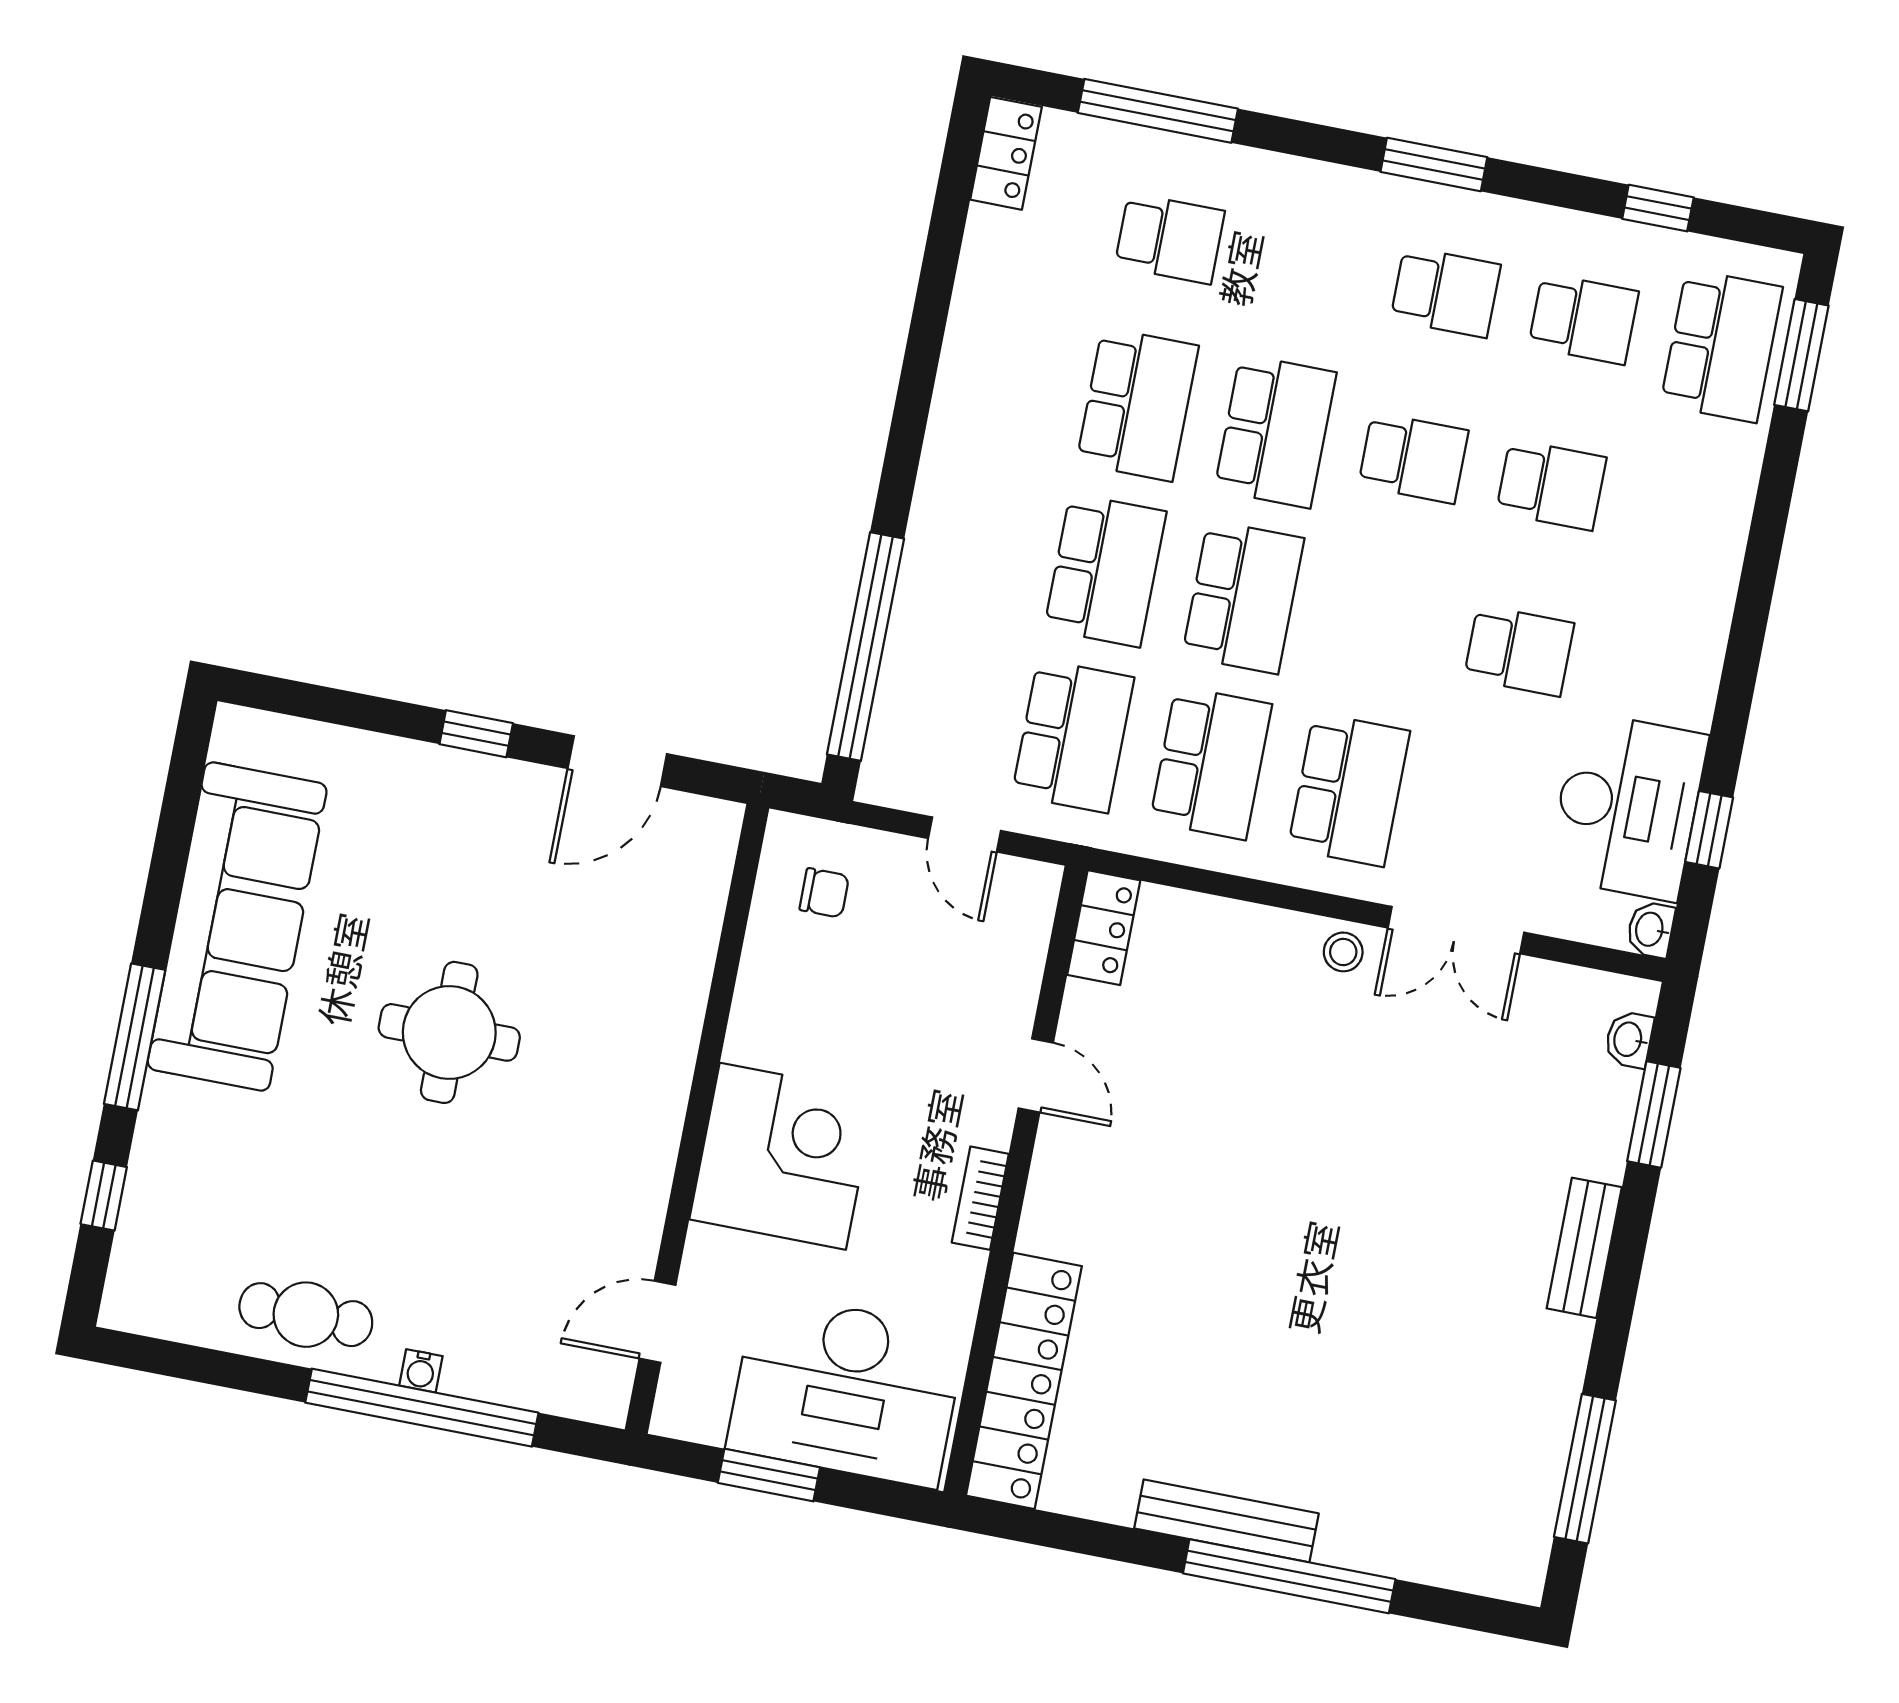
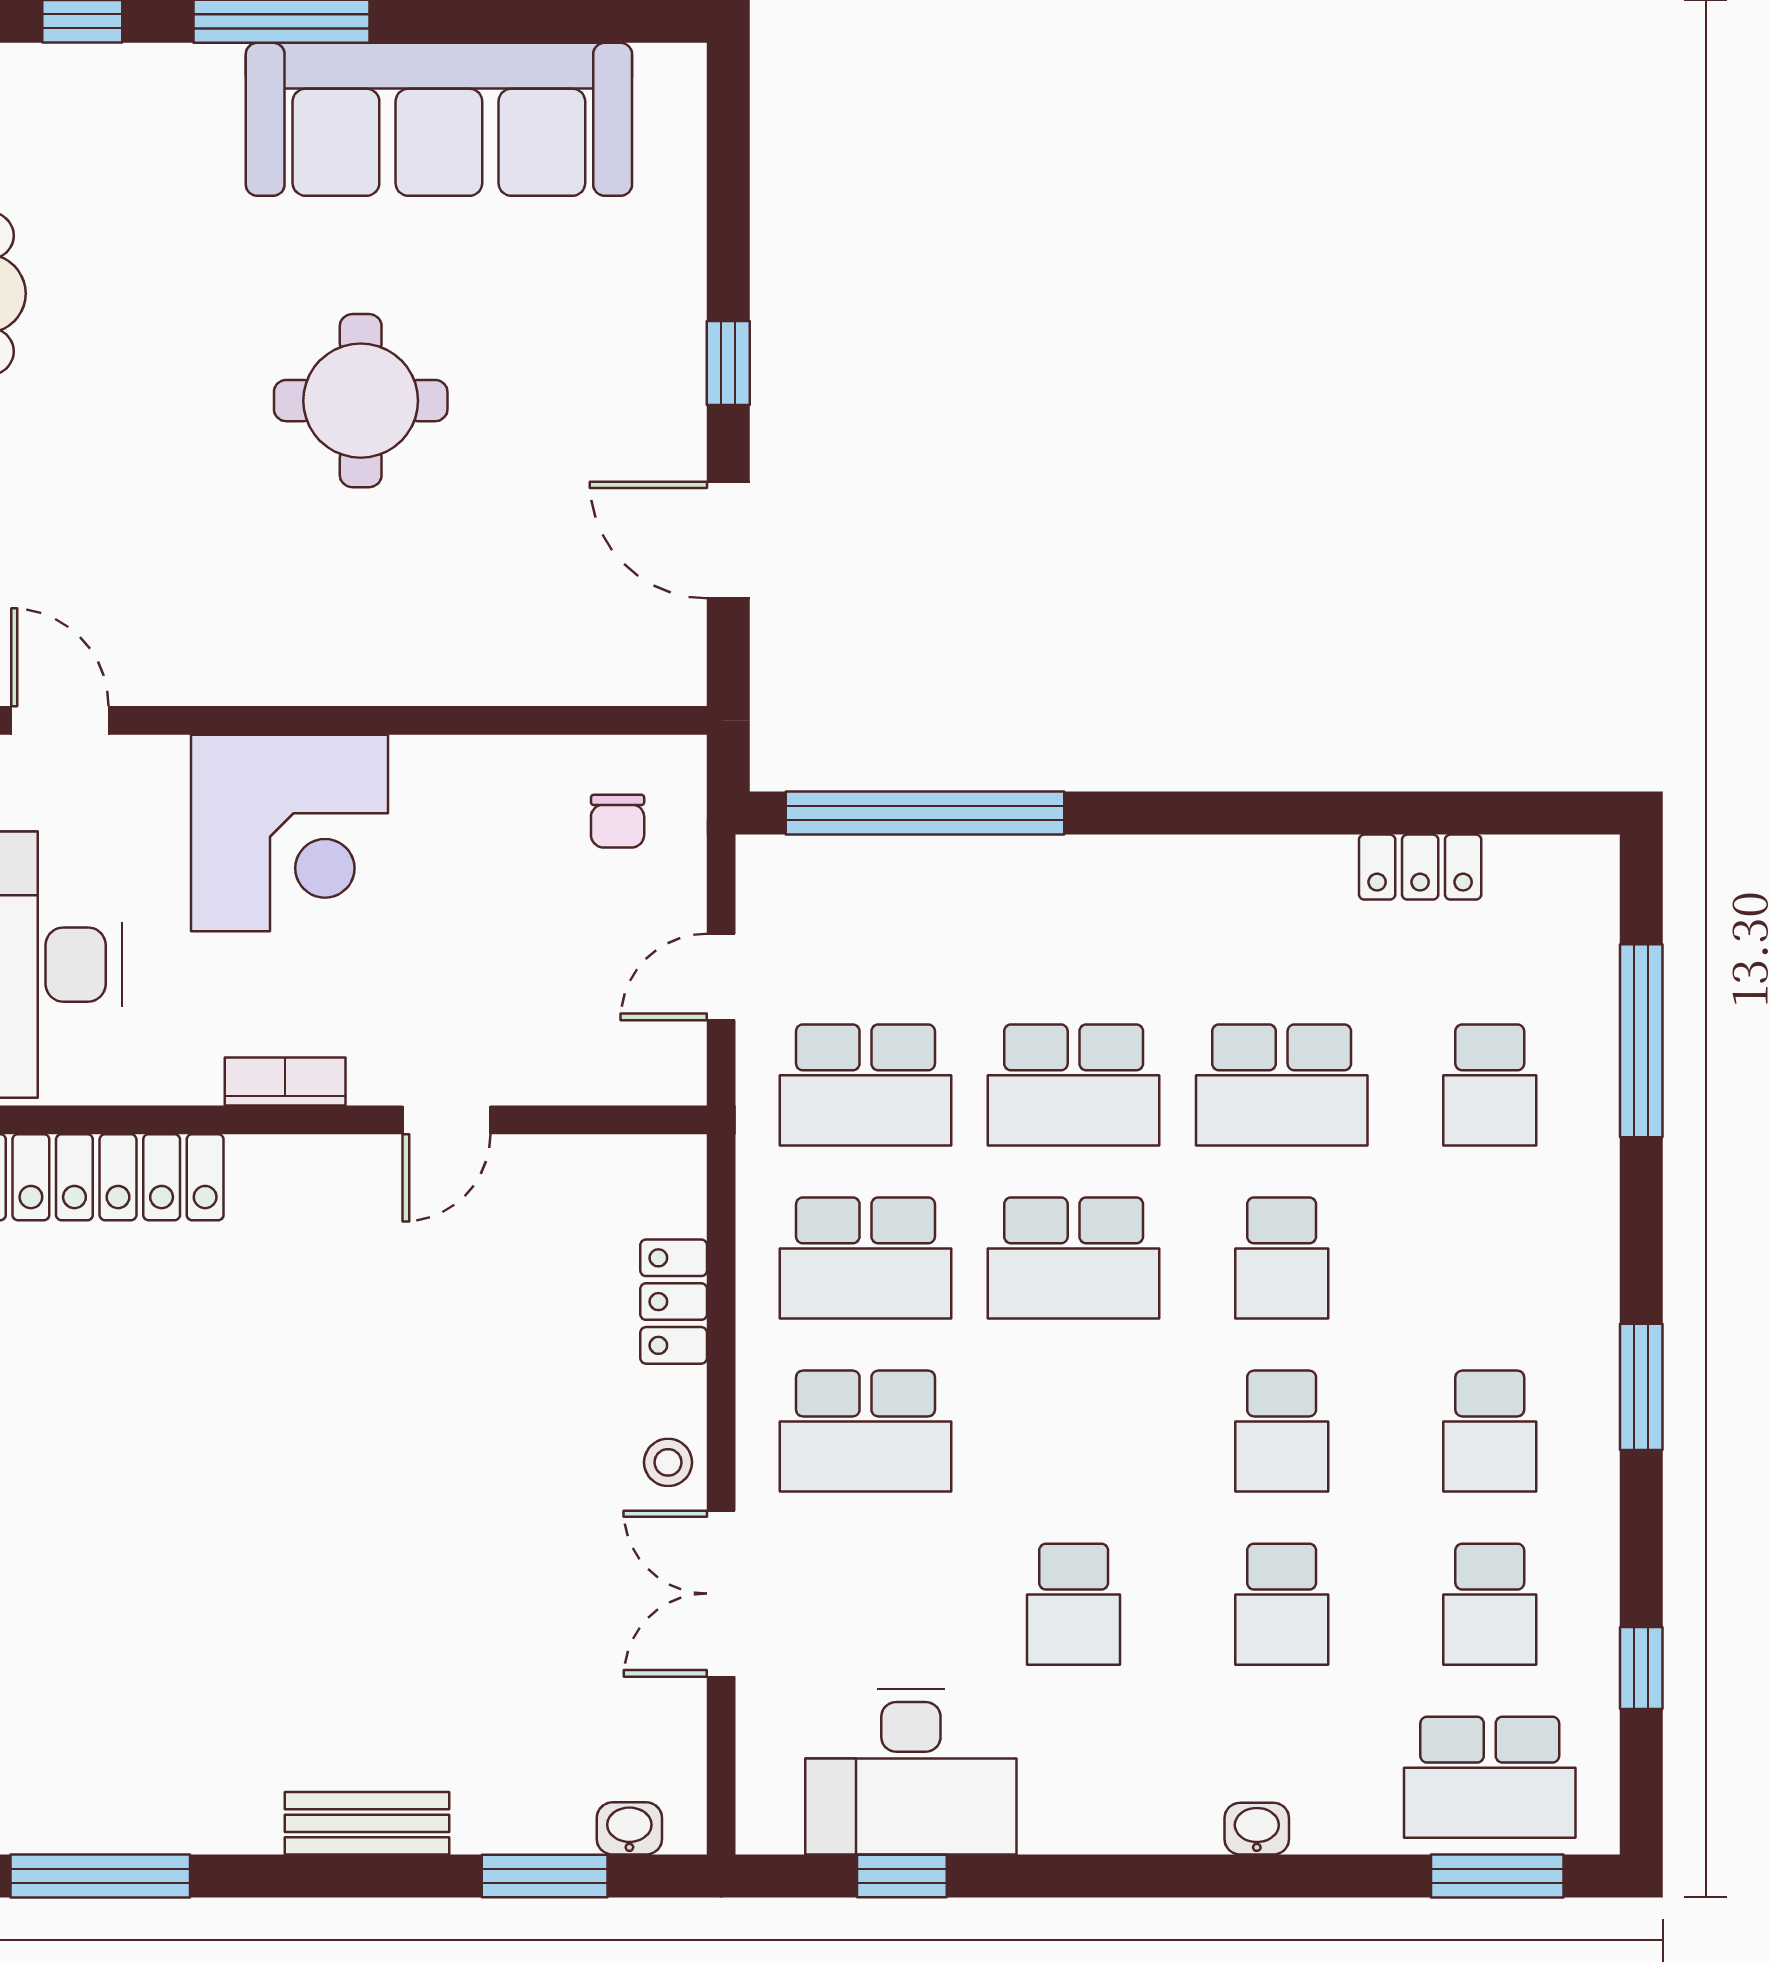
locker: (1006, 153) -> (1420, 867), moved
school desk: (1275, 431) -> (1282, 1258), width x0.54
locker: (1104, 928) -> (674, 1302), moved, turned 90
washbasin: (1651, 929) -> (1257, 1829), moved

